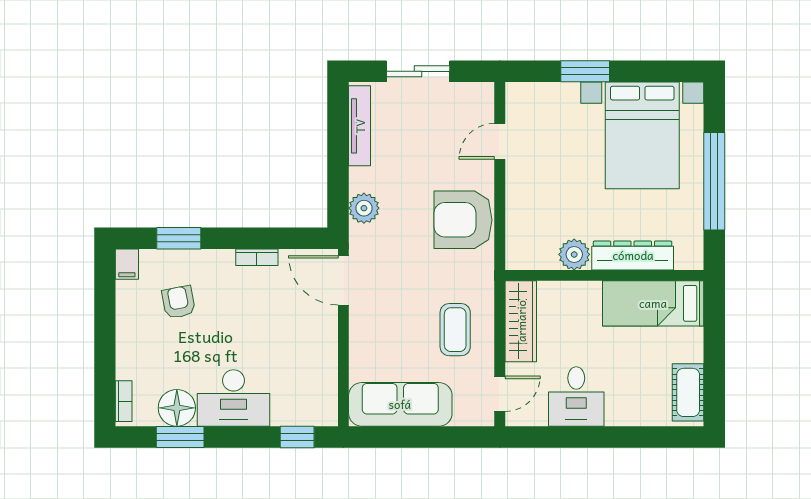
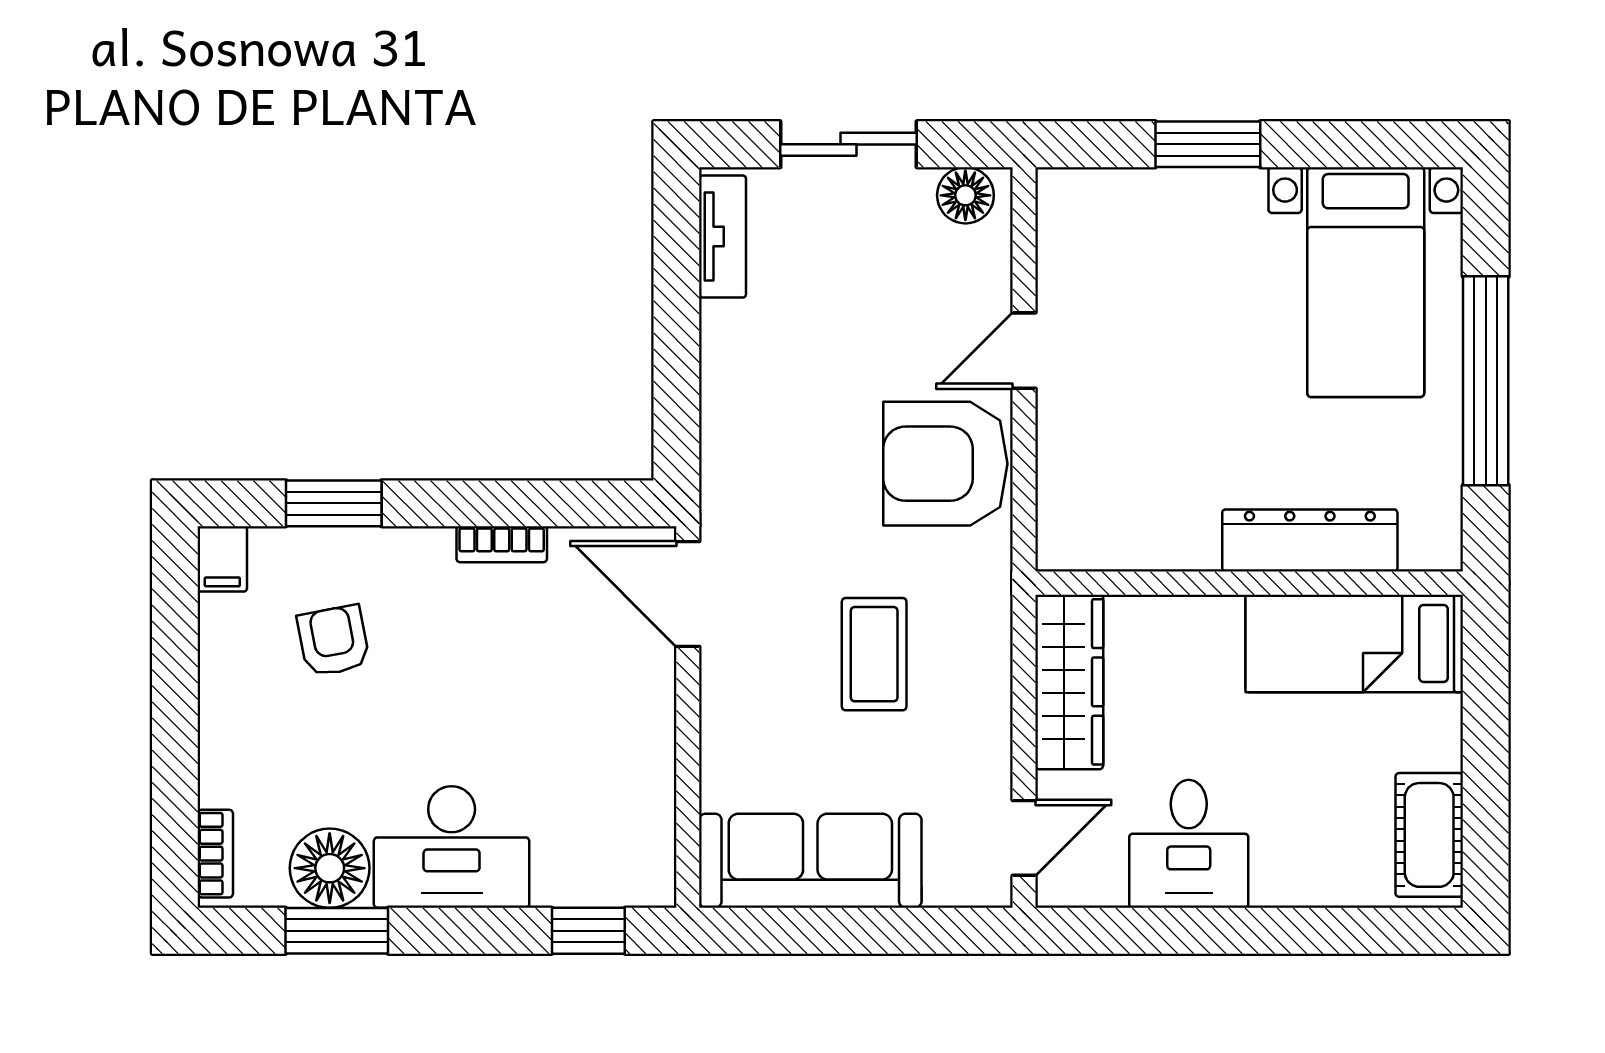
floor lamp: (472, 95) -> (965, 195), added
tv unit: (360, 126) -> (723, 237), width x0.71
bed with nightstands: (642, 135) -> (1366, 282), width x0.73
door: (500, 141) -> (1024, 351), moved
plant: (364, 208) -> (732, 439), removed
plant: (574, 254) -> (1184, 538), removed
coffee table: (455, 330) -> (874, 654), moved

